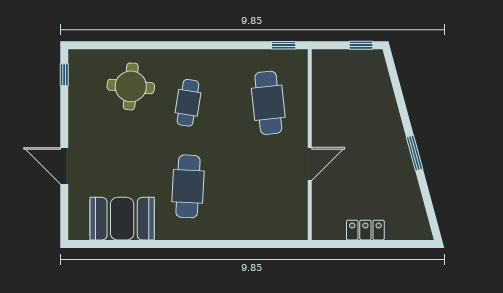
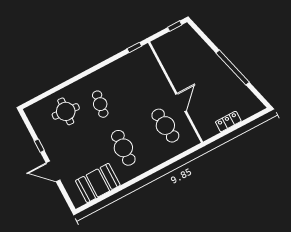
window: (64, 75) -> (39, 146), moved
cafe table: (268, 103) -> (165, 126), moved
window: (415, 153) -> (233, 68), width x2.11

